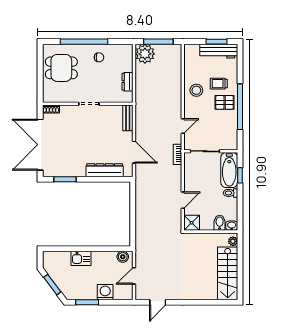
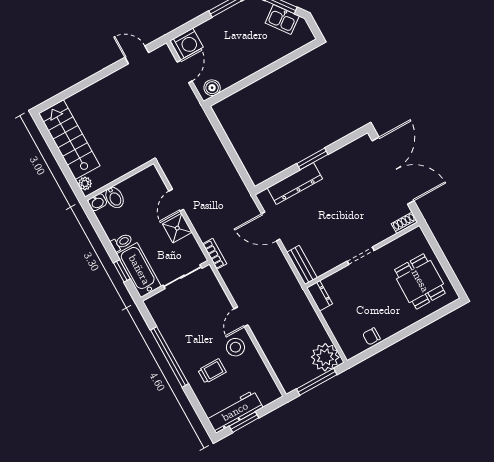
window: (84, 42) -> (410, 330), removed
chair: (99, 57) -> (371, 336), moved
dining table: (61, 68) -> (420, 281), turned 90
dresser: (128, 82) -> (320, 296), moved
pallet: (225, 102) -> (192, 352), removed
door: (183, 126) -> (241, 317), moved
window: (65, 179) -> (312, 159), moved
shower: (192, 223) -> (177, 228), moved
kitchen sink: (81, 258) -> (282, 20), moved, turned -127
washing machine: (105, 292) -> (188, 43), moved
door: (158, 302) -> (137, 55), hinge flipped

